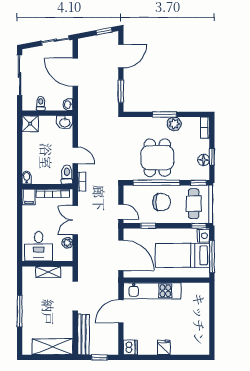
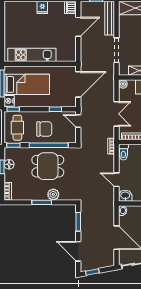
door: (121, 56) -> (78, 251), hinge flipped
plant: (174, 124) -> (53, 194), moved
door: (75, 155) -> (116, 180), moved
dining table: (157, 158) -> (48, 166), turned 90
chair: (161, 202) -> (44, 129), turned 180
plant: (67, 243) -> (123, 84), moved
door: (121, 255) -> (78, 84), swing flipped
kitchen unit: (152, 291) -> (32, 55), moved
door: (121, 311) -> (78, 27), moved

